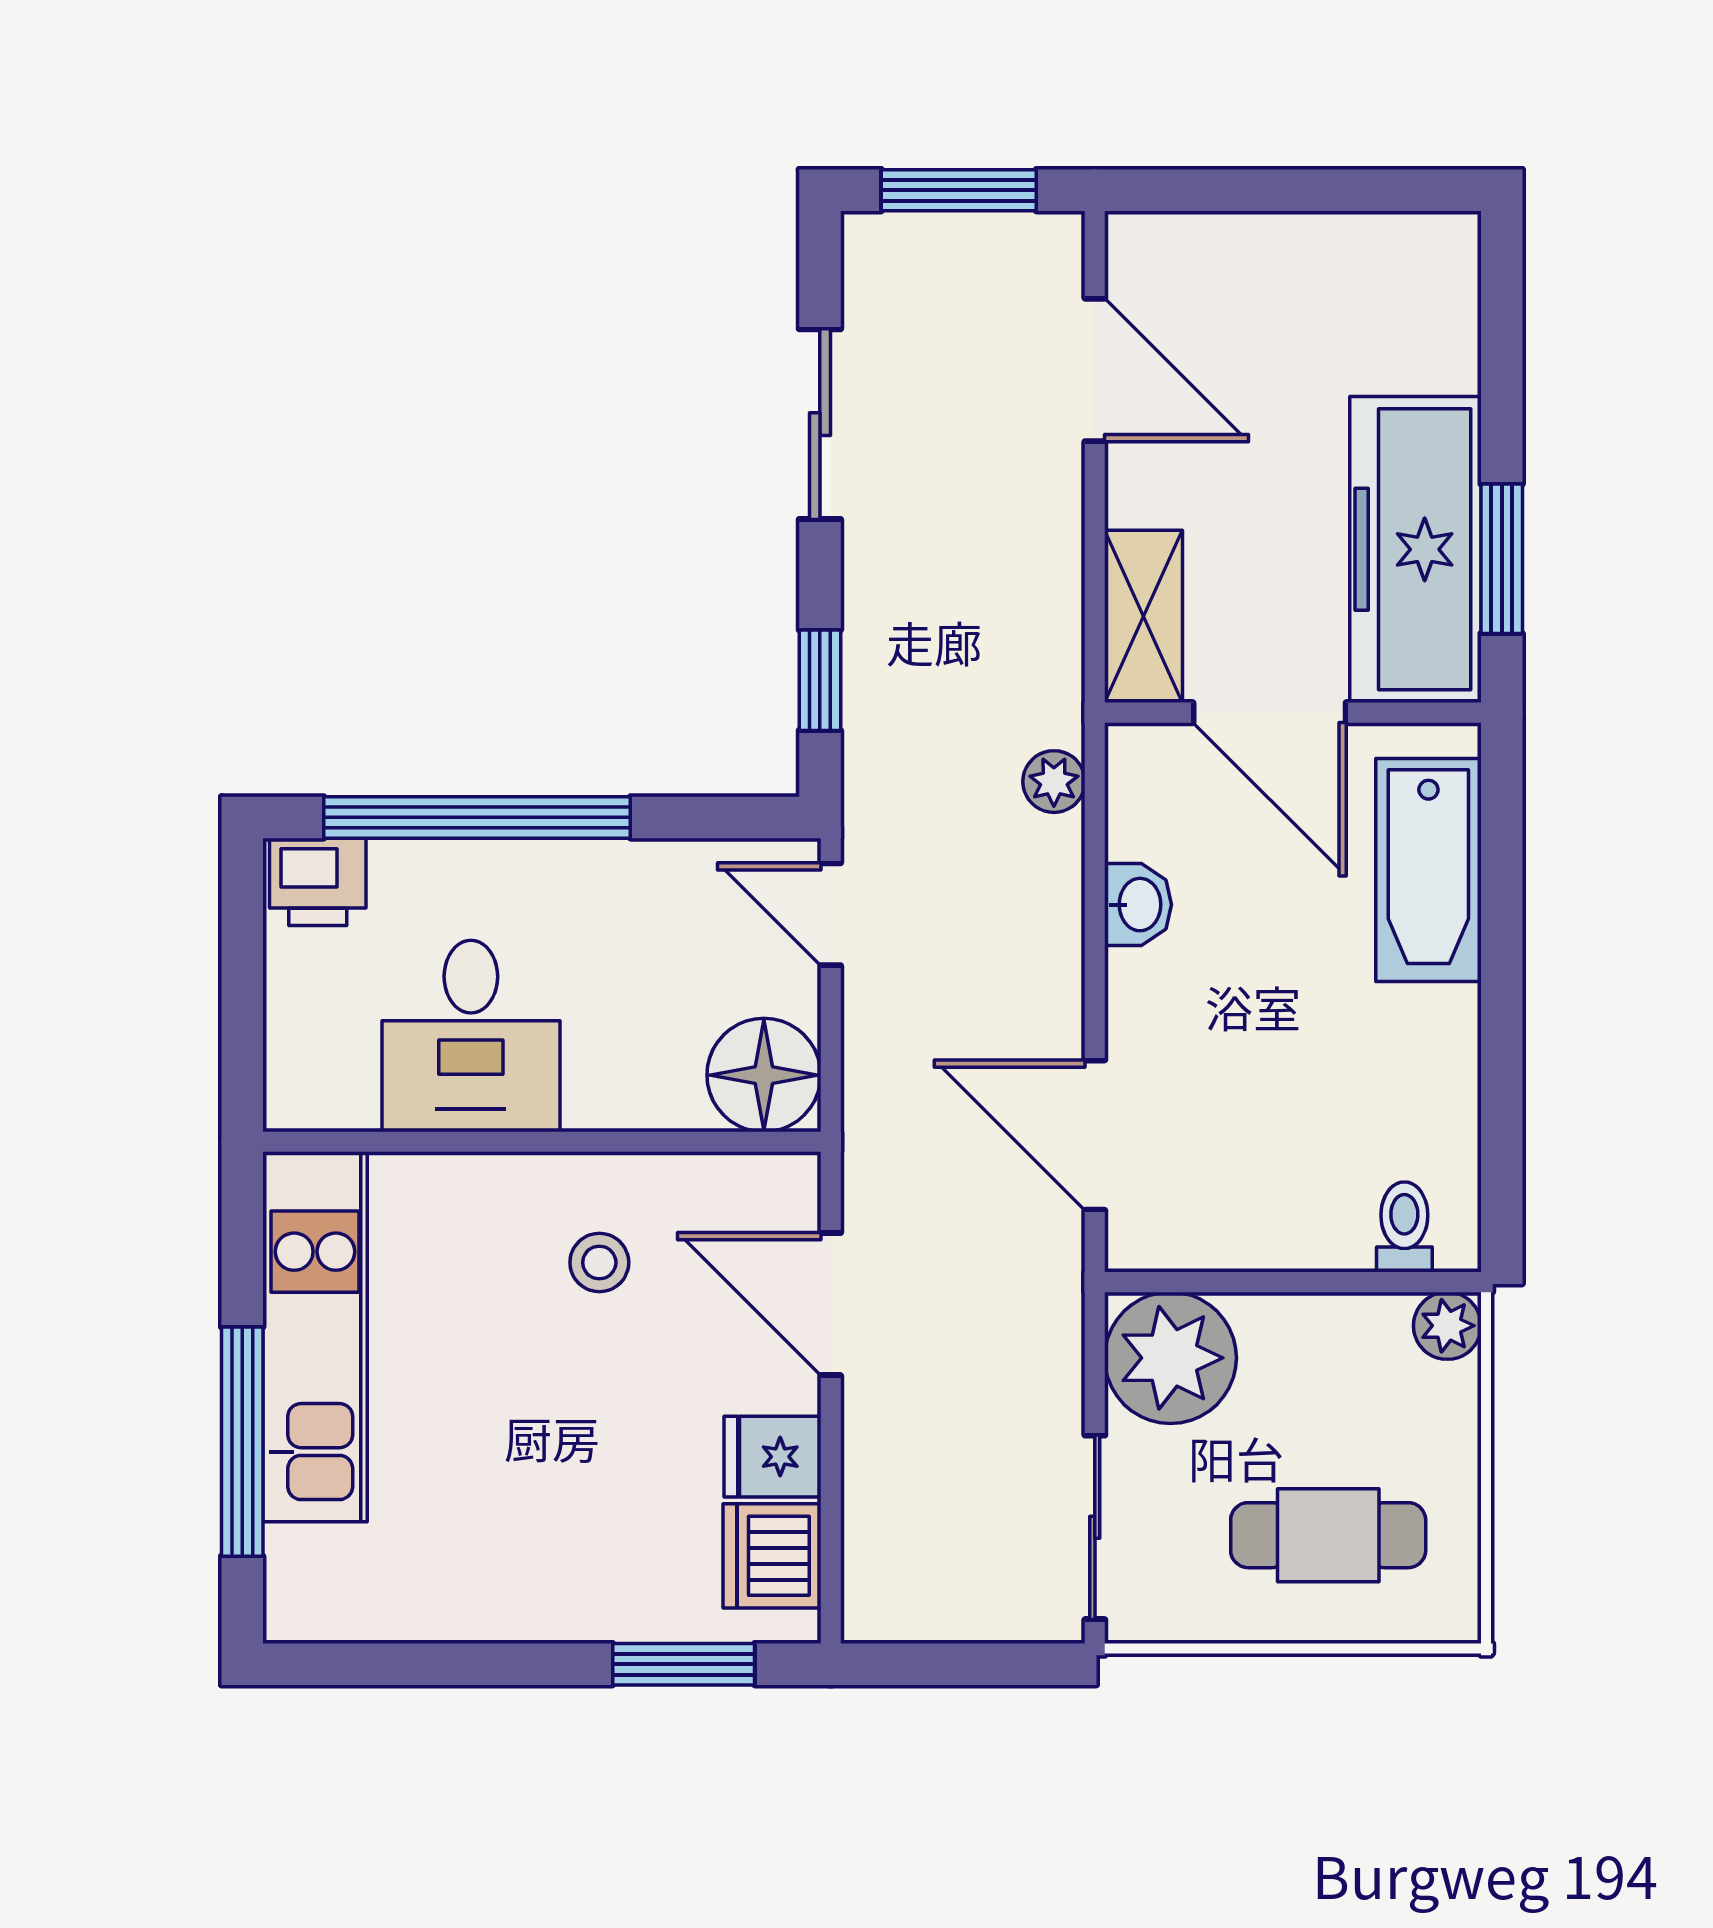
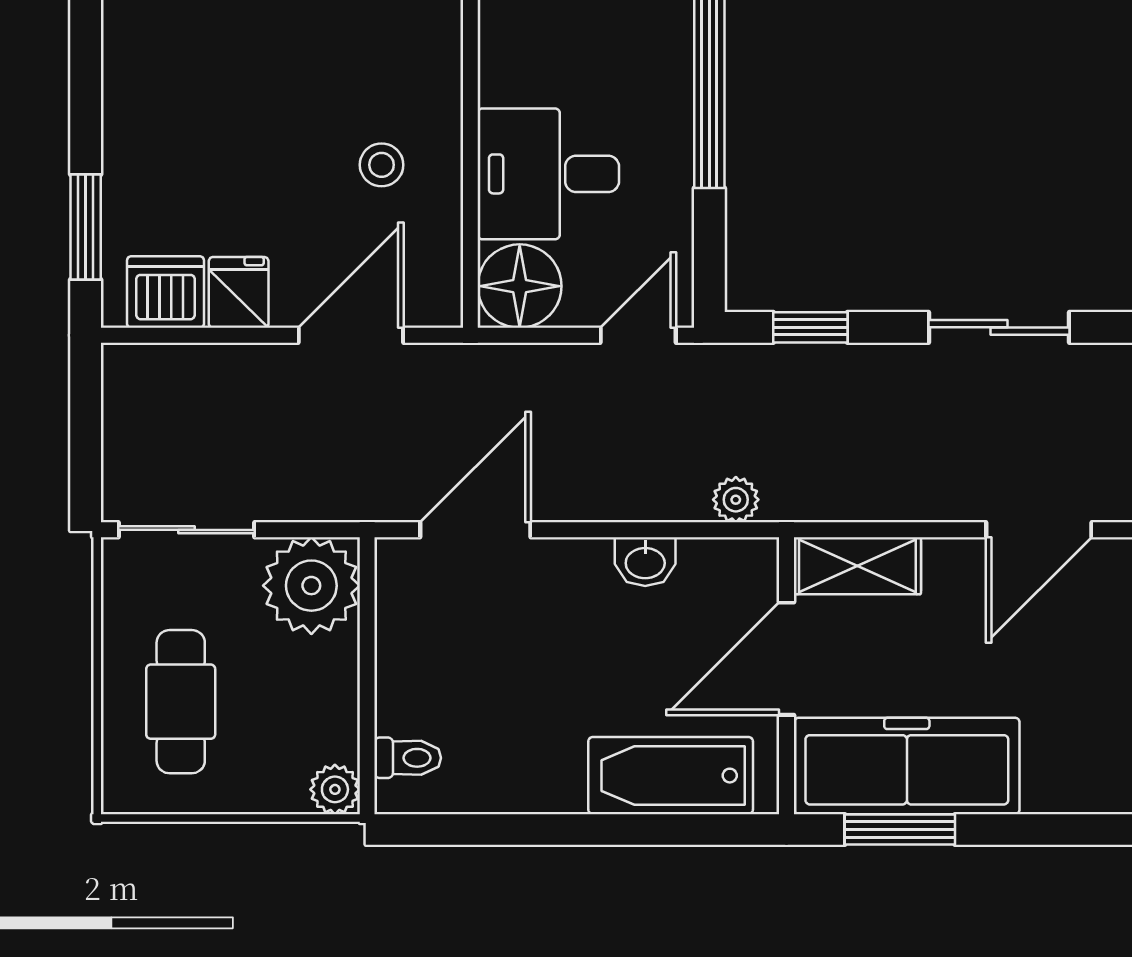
desk: (471, 1036) -> (548, 174), moved

